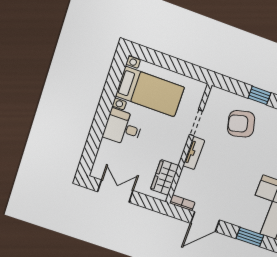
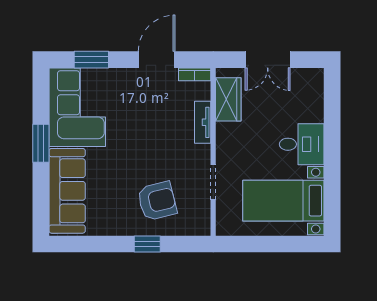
tv unit: (194, 153) -> (203, 122), moved
double door: (115, 191) -> (268, 60), moved

